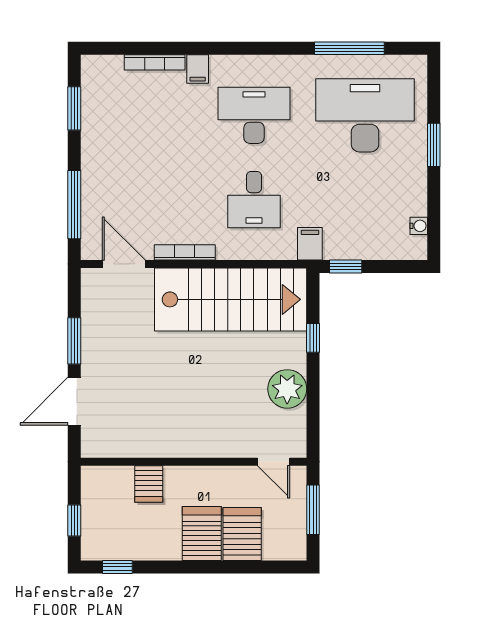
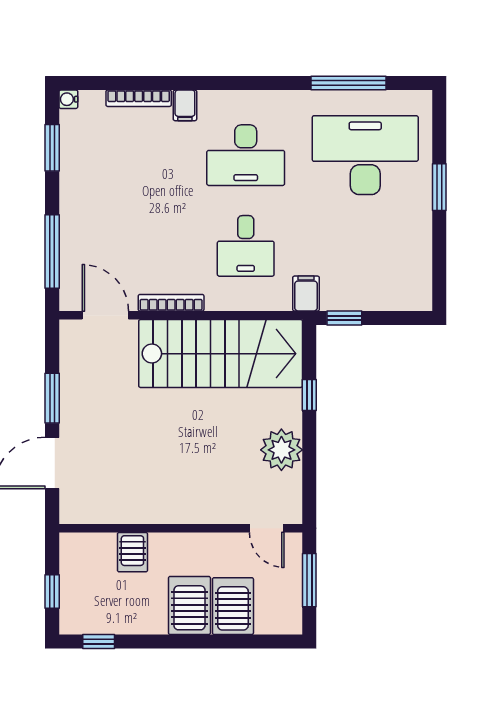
desk: (254, 115) -> (246, 155), turned 180
water cooler: (419, 226) -> (68, 99), moved, turned 180

